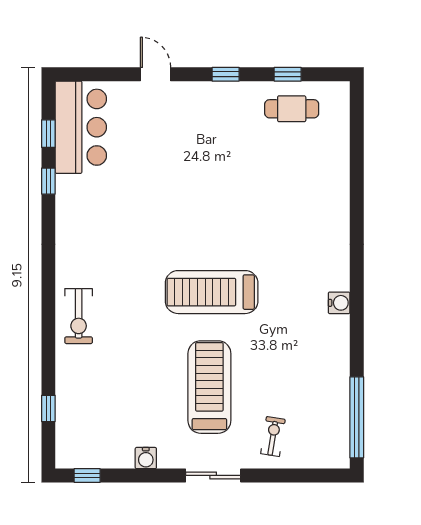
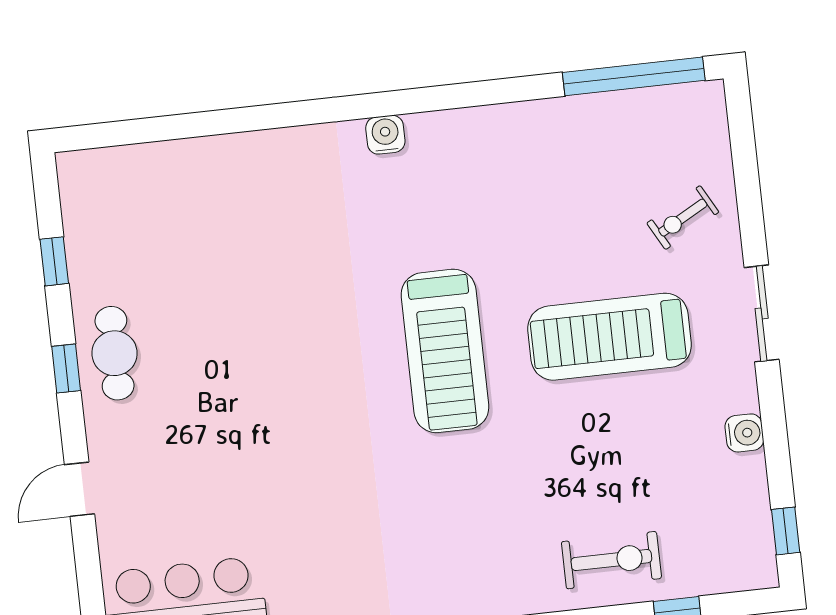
cafe table: (292, 109) -> (114, 353), moved
water cooler: (339, 303) -> (385, 135), moved
exercise bike: (79, 316) -> (611, 560), moved
exercise bike: (273, 436) -> (683, 218), turned -38

